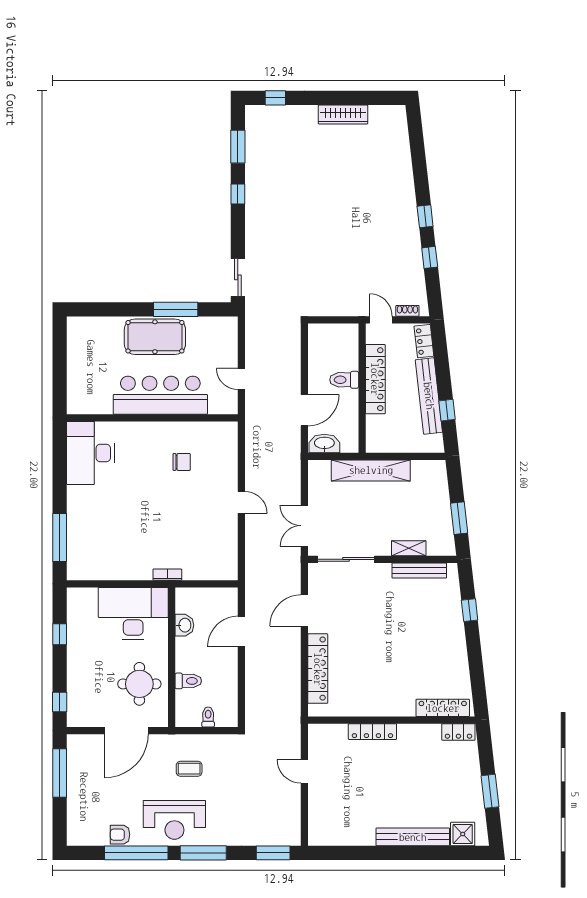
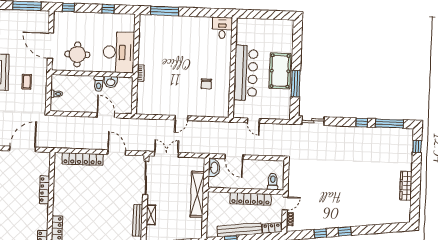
window: (238, 147) -> (389, 124), width x1.44
door: (241, 379) -> (253, 121), swing flipped
toilet: (344, 380) -> (273, 181), moved
desk: (90, 453) -> (222, 28), width x0.53, depth x0.77
toilet: (188, 681) -> (99, 84), moved
door: (304, 771) -> (23, 149), width x1.88

